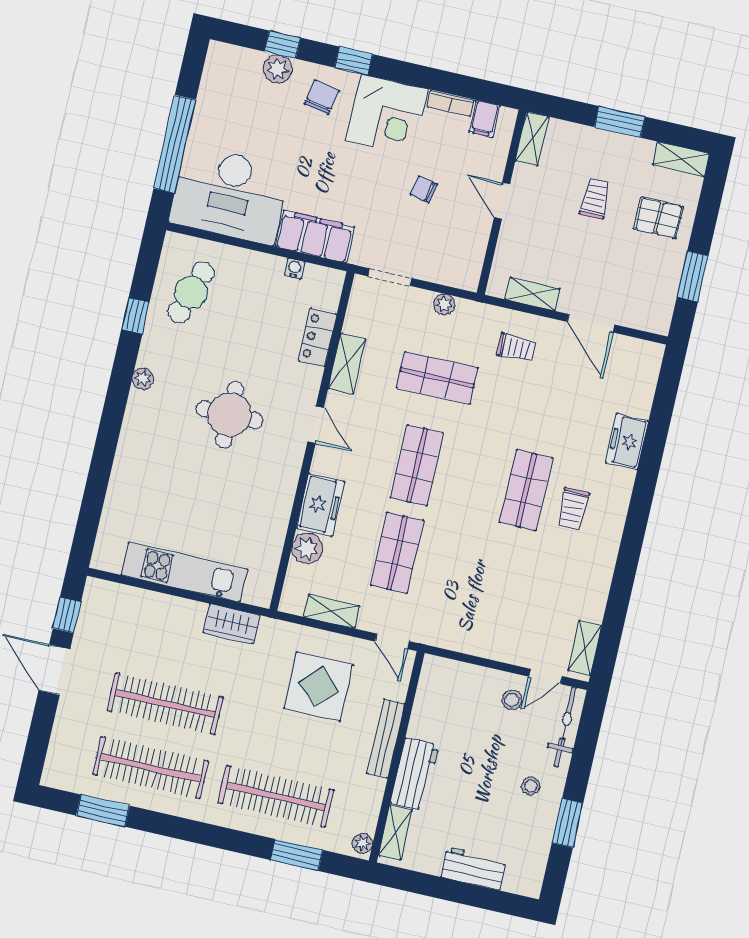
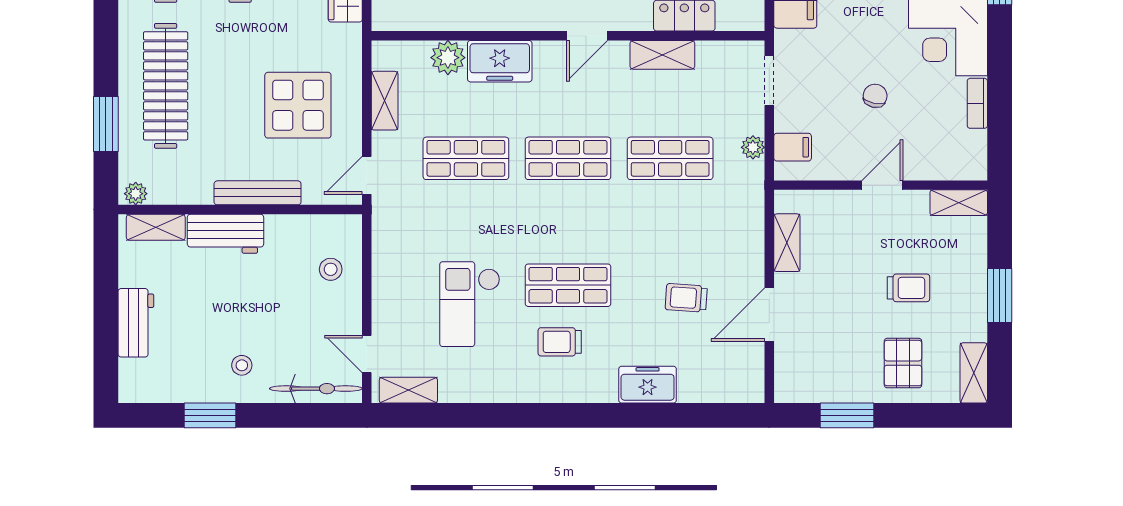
filing cabinet: (484, 119) -> (793, 147), moved, turned 180
trolley: (516, 348) -> (686, 298), moved, turned 94
shop shelf: (437, 378) -> (670, 158), turned 90
checkout: (523, 578) -> (470, 304), added
stool: (512, 700) -> (331, 269), moved

